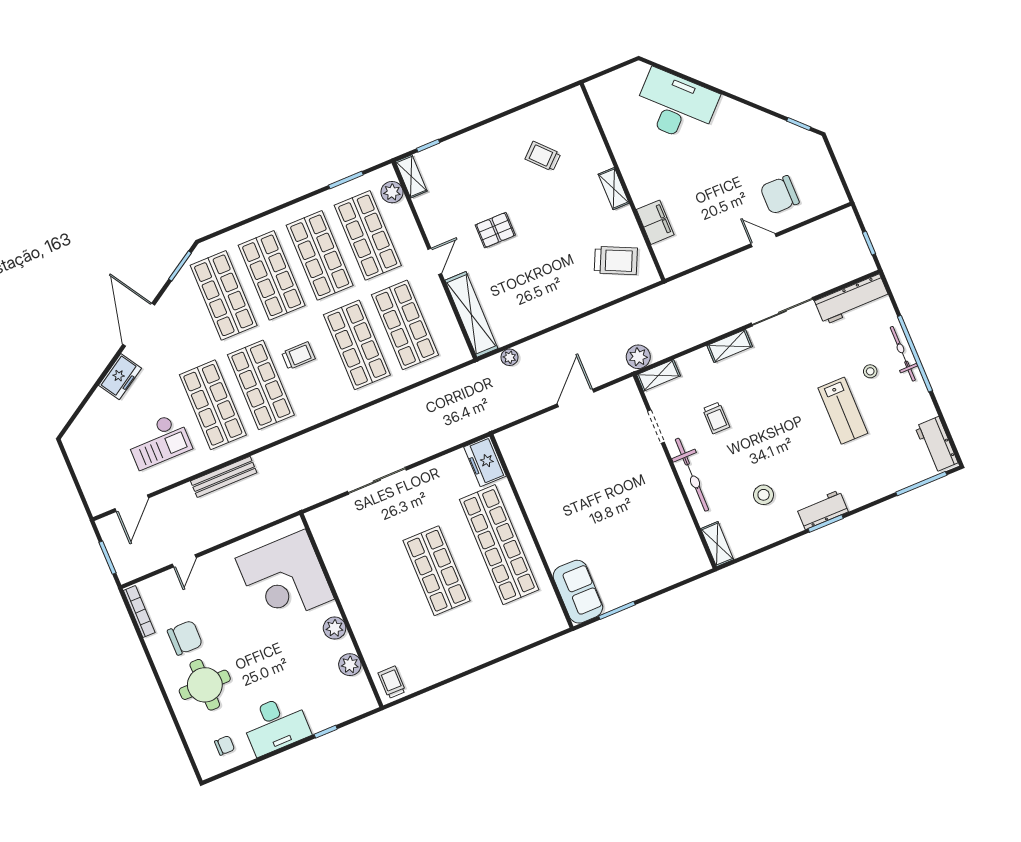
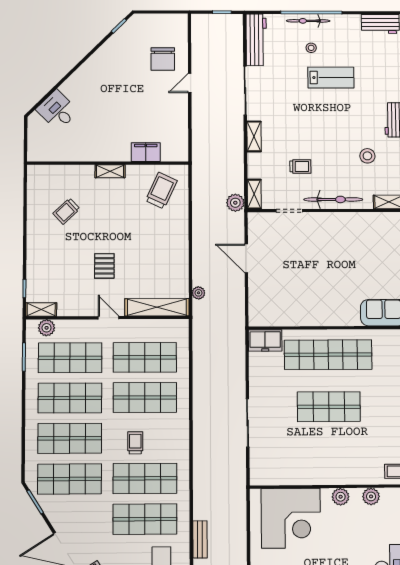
desk: (676, 106) -> (57, 110), width x0.53, depth x0.77
bench: (224, 477) -> (200, 539), width x0.73

